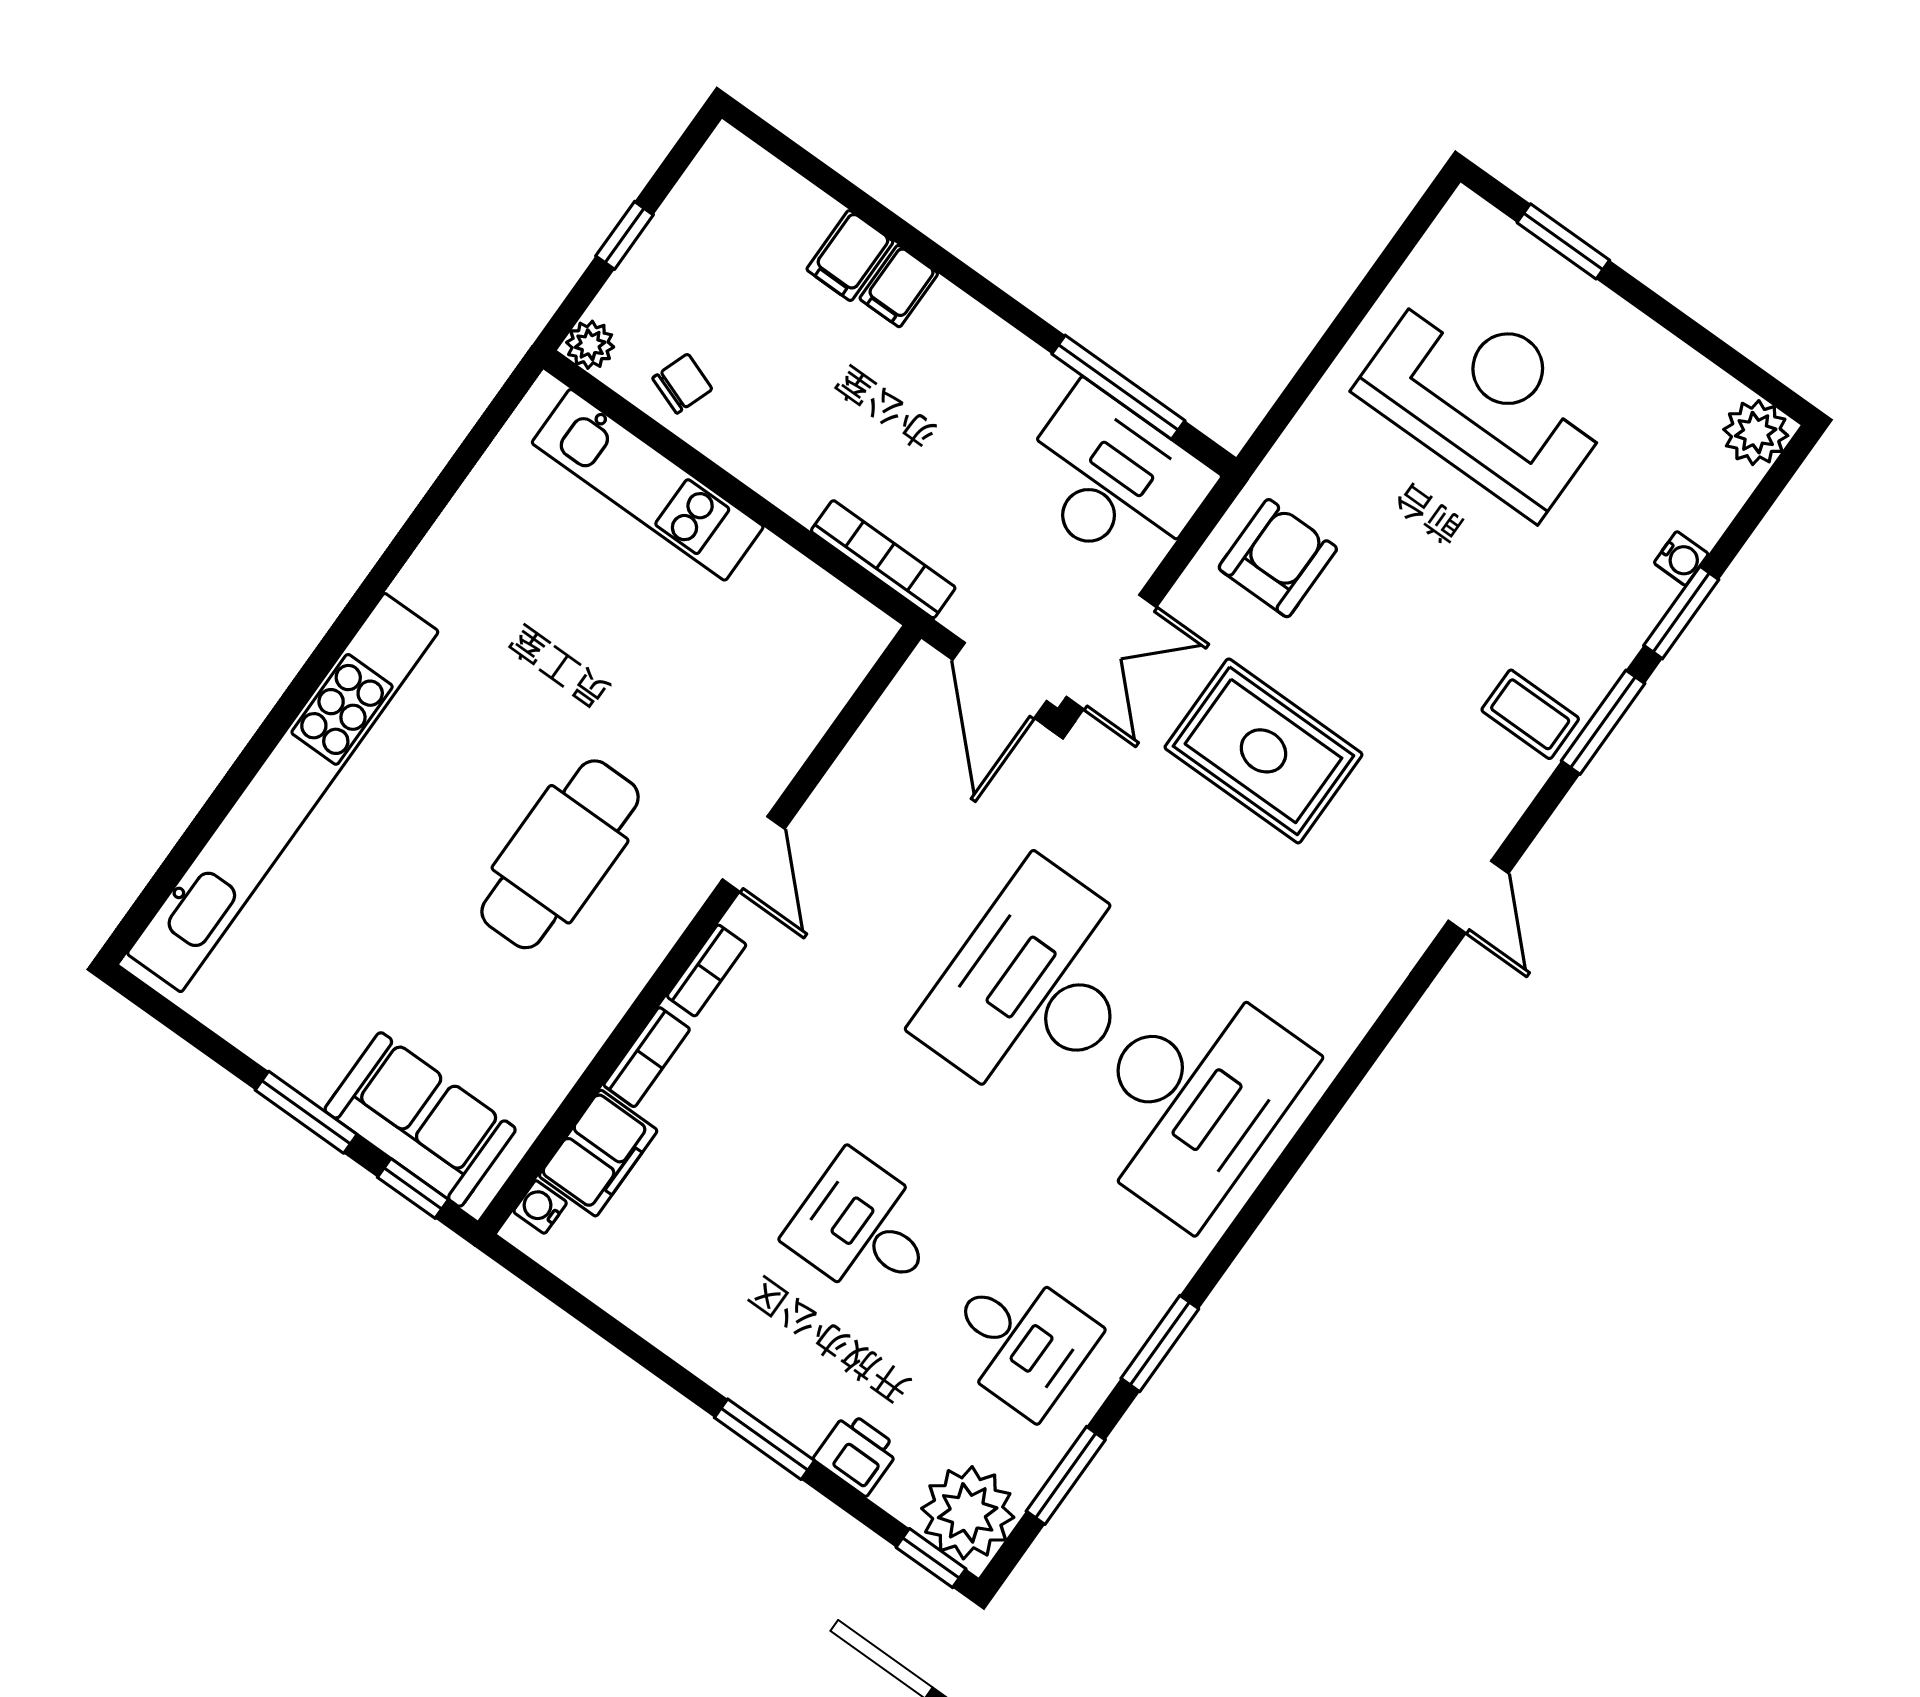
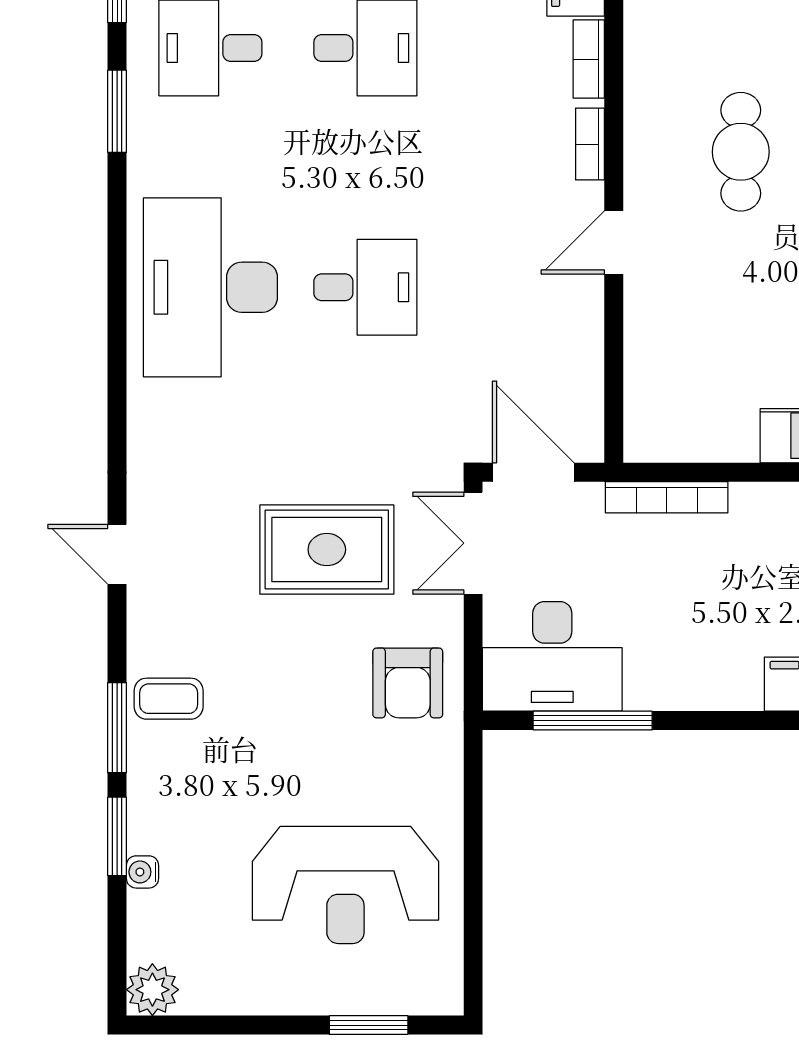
cafe table: (560, 854) -> (741, 152), width x0.73, depth x0.74
door: (753, 854) -> (614, 242), hinge flipped
desk: (1036, 988) -> (365, 287), width x0.53, depth x0.77

